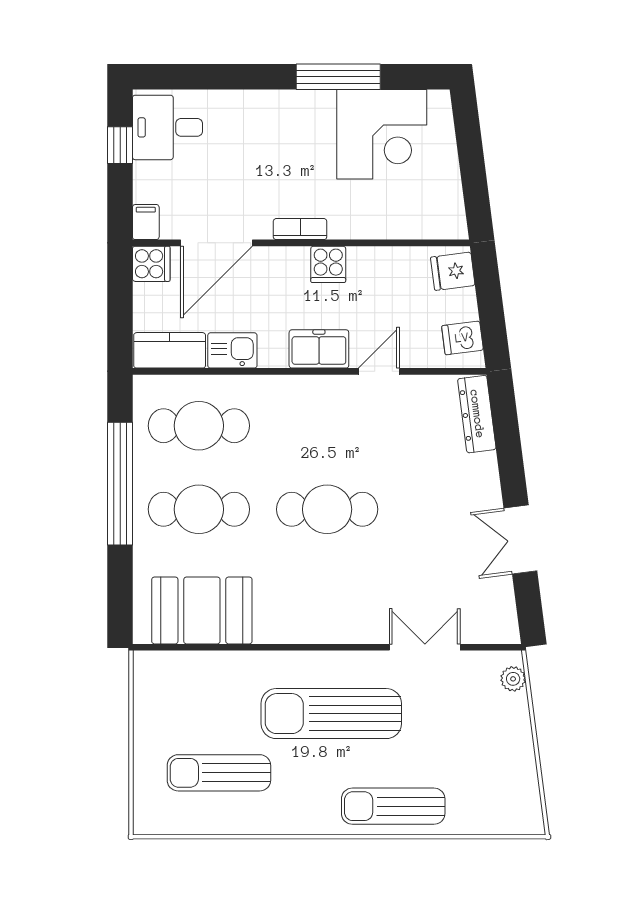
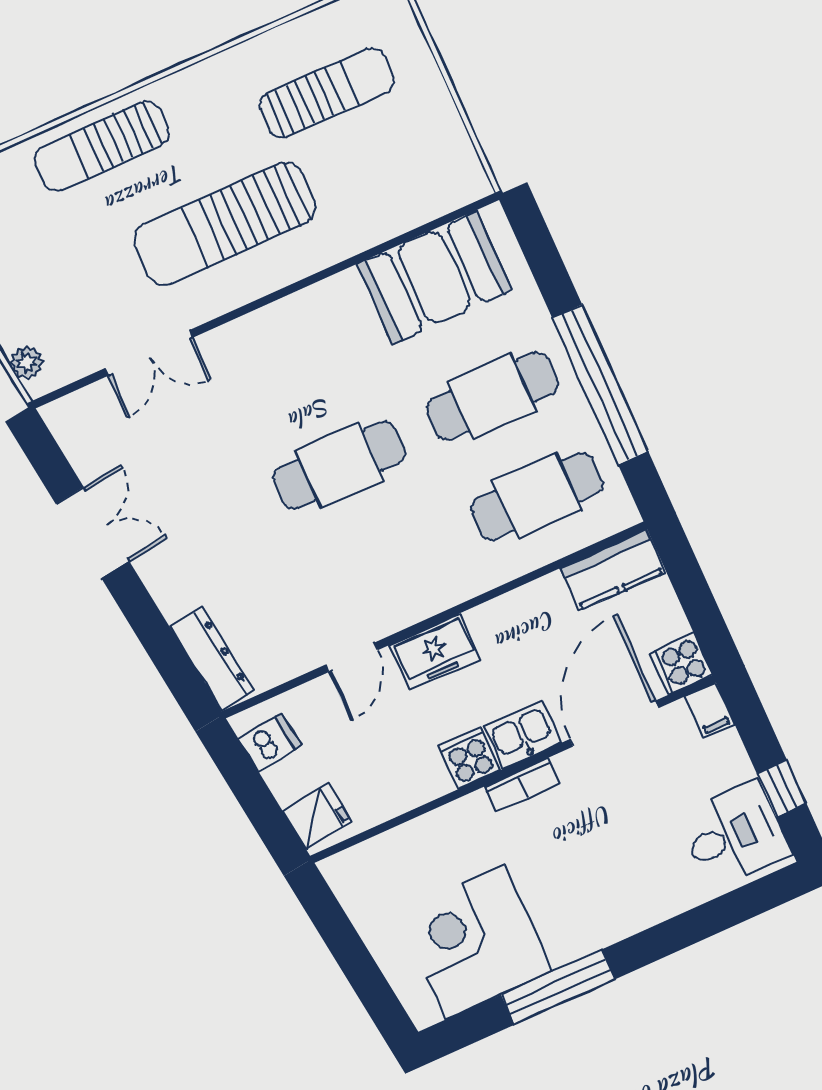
kitchen sink: (232, 350) -> (523, 735), moved, turned 180
sun lounger: (331, 714) -> (225, 224), turned 180
sun lounger: (393, 806) -> (101, 146), turned 180

